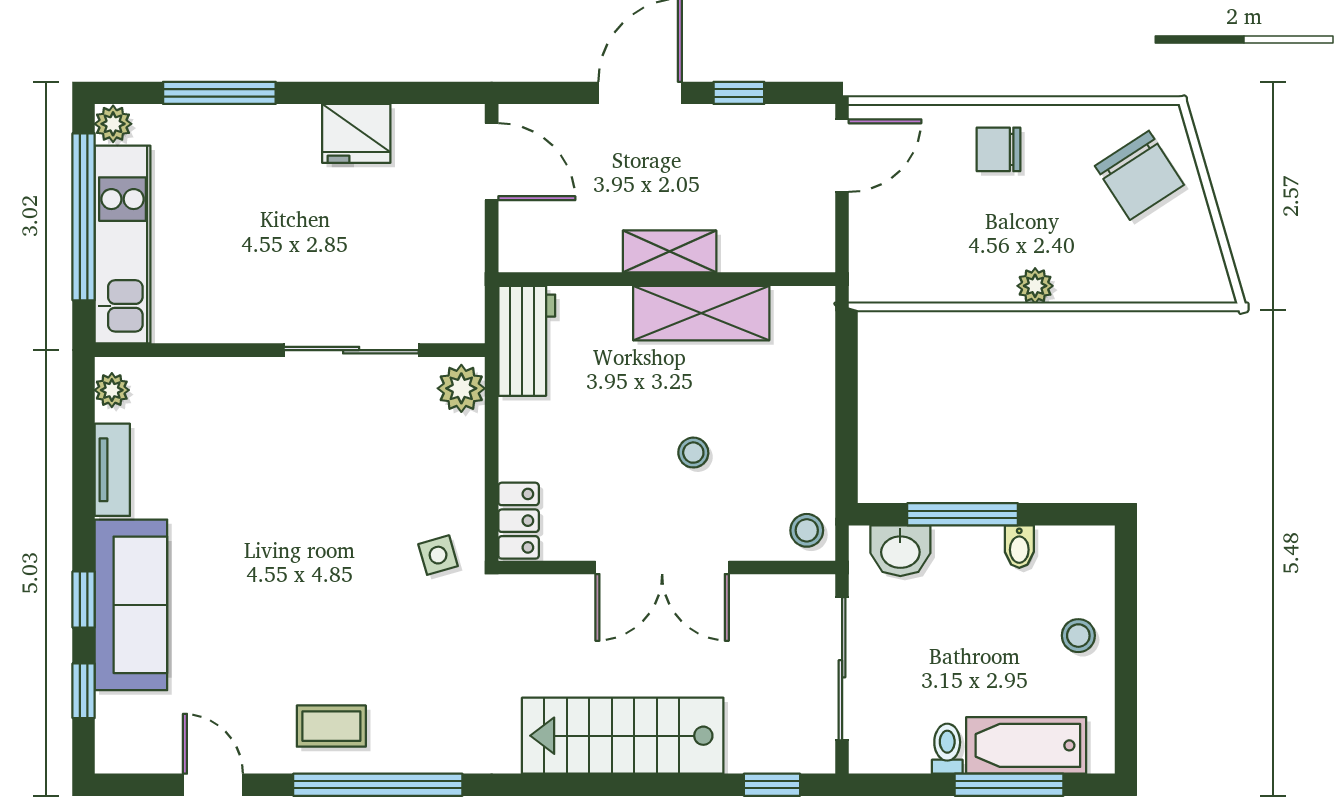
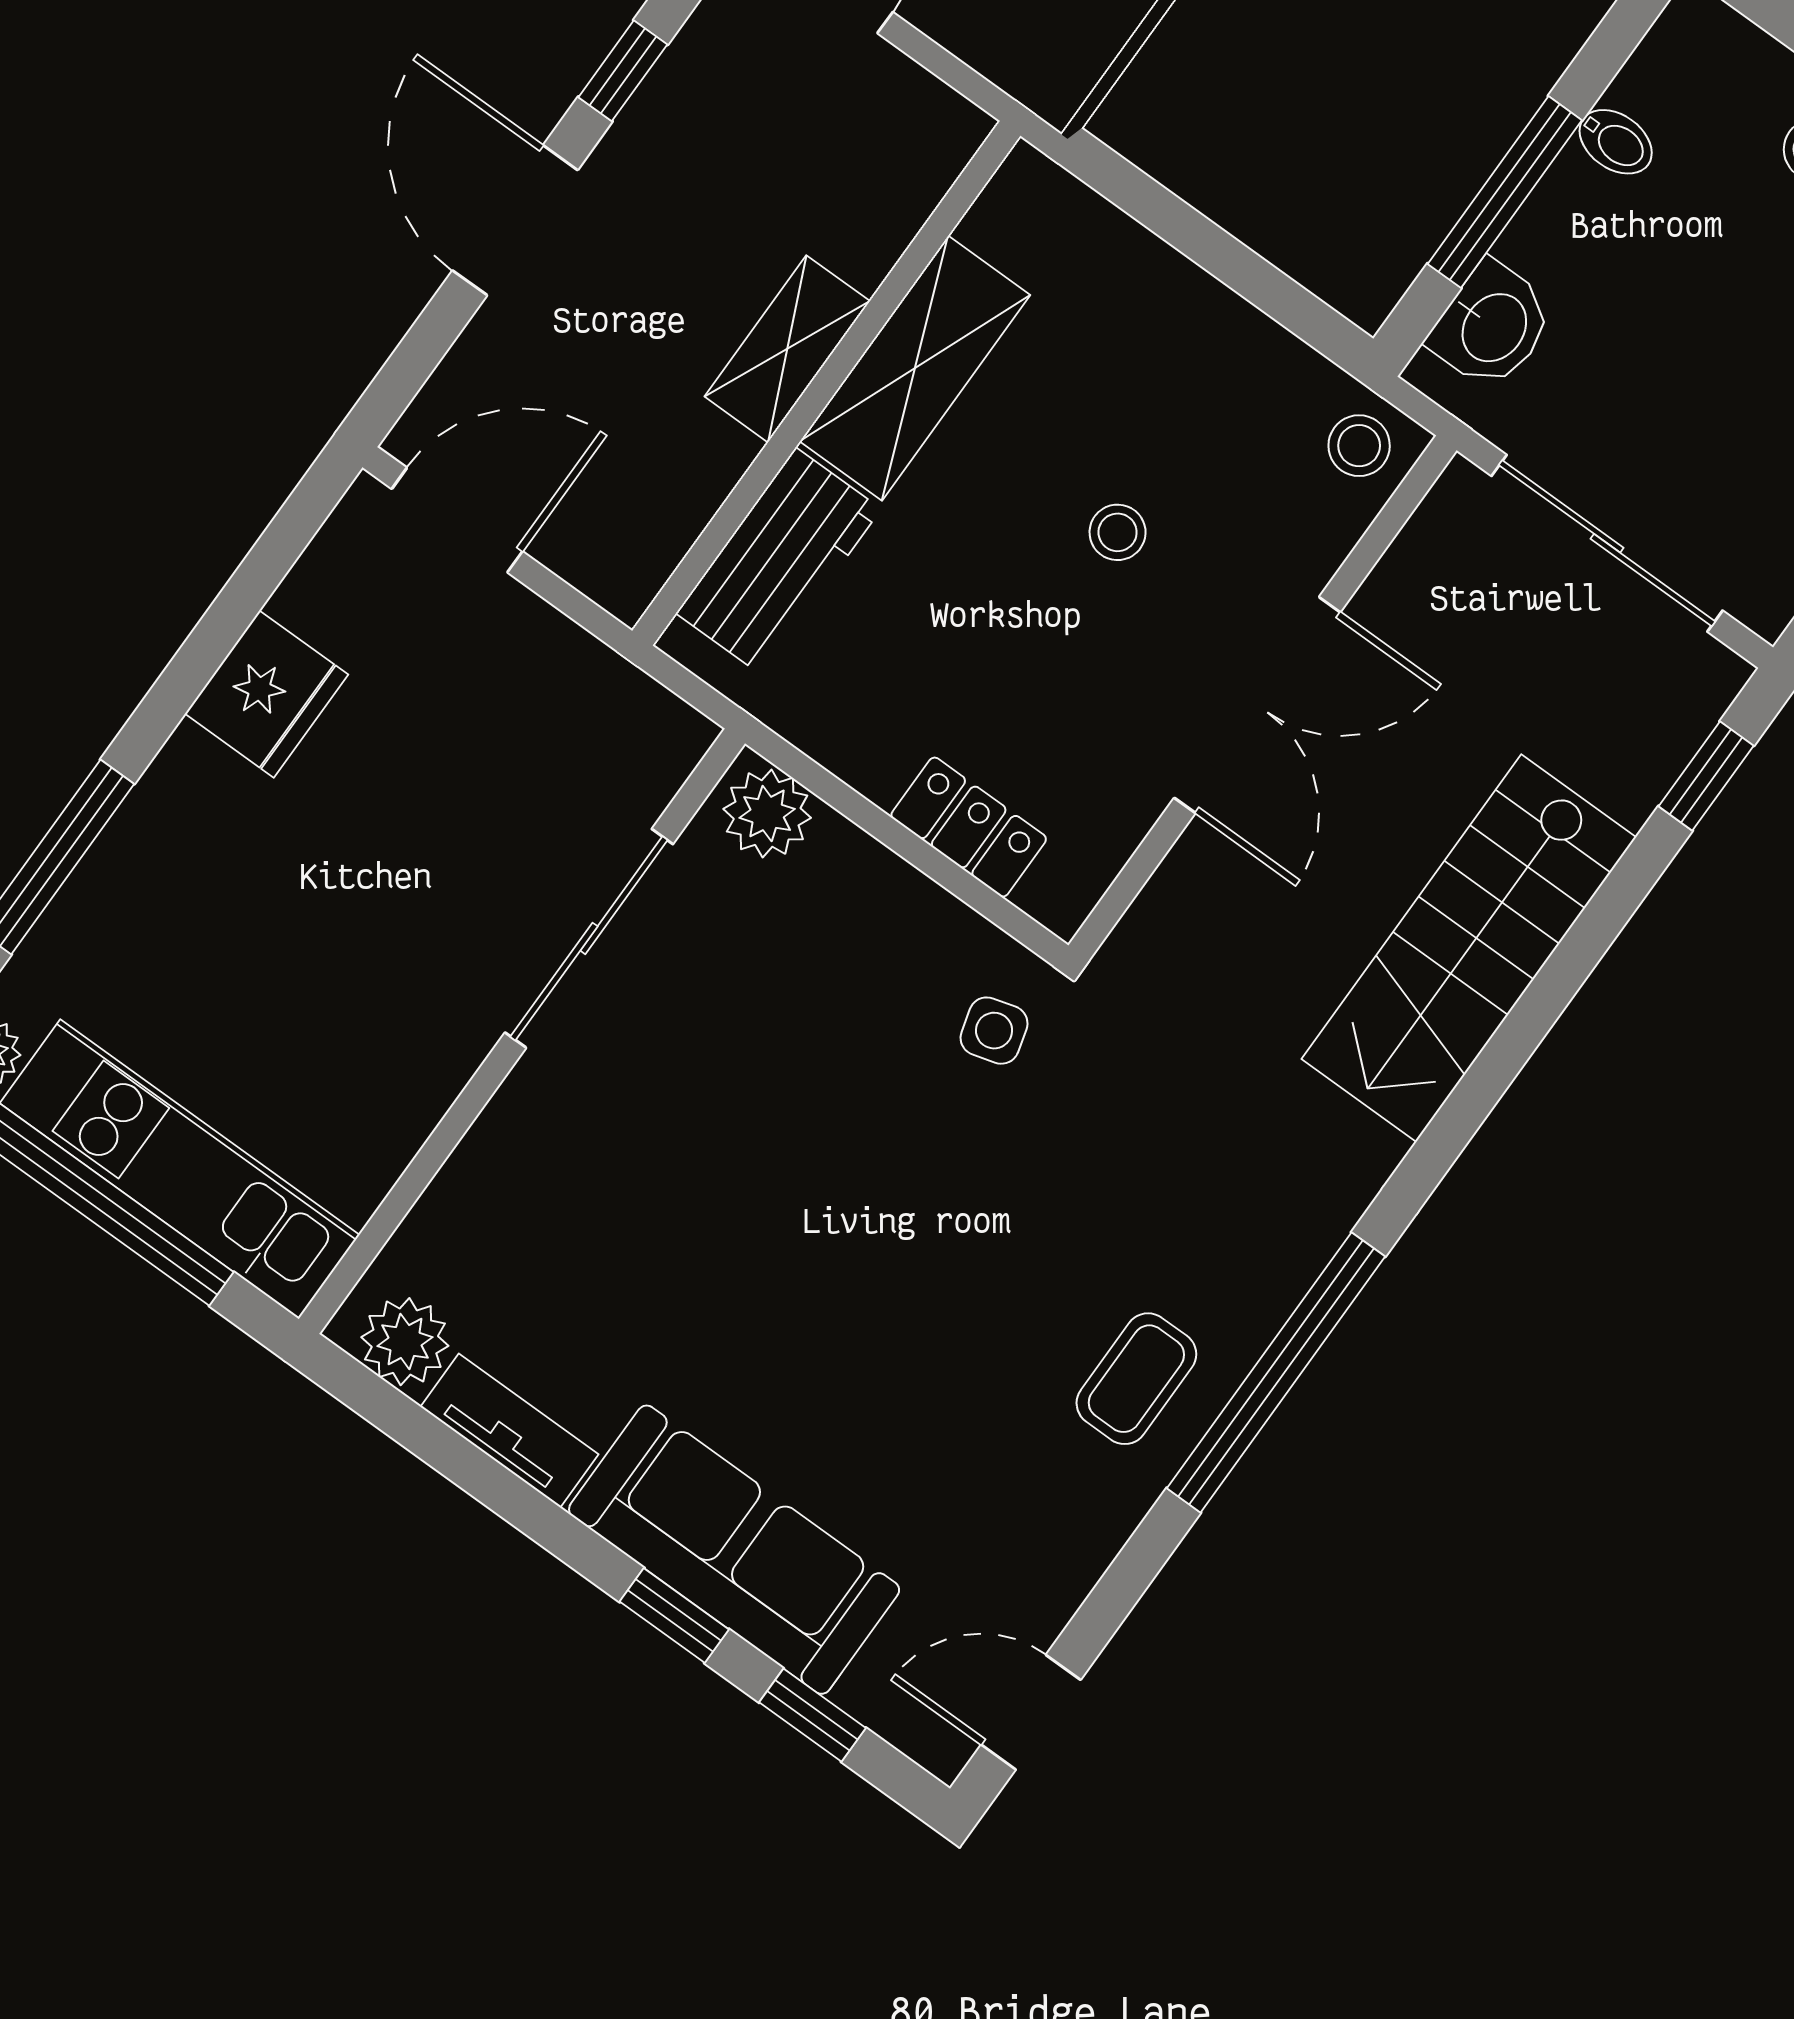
workbench: (527, 341) -> (779, 561), moved, turned 90
plant: (112, 390) -> (405, 1342), width x1.38, depth x1.38
locker: (519, 521) -> (969, 827), moved
door: (213, 785) -> (1031, 1712), moved

